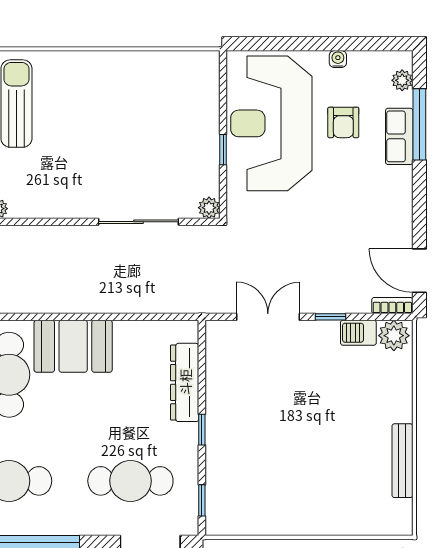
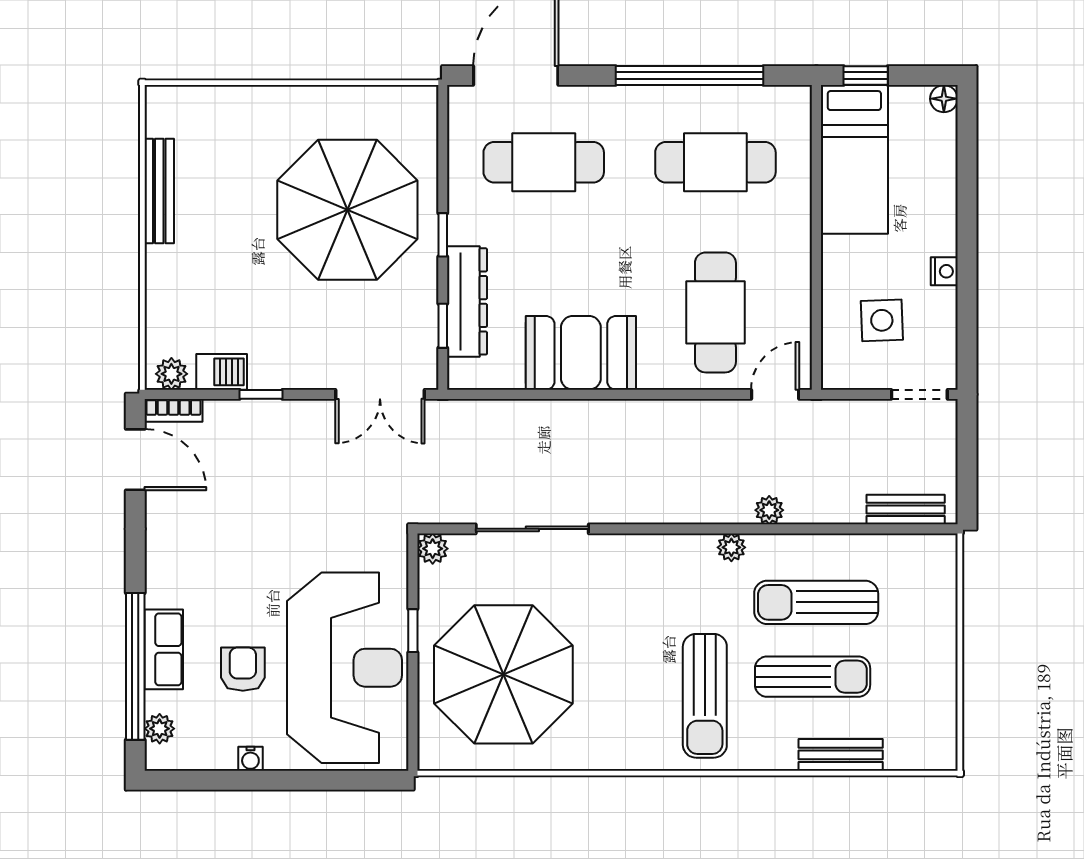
parasol: (159, 119) -> (503, 674), added
window: (419, 124) -> (135, 666), width x1.46
double door: (268, 317) -> (380, 394), moved
plant: (394, 336) -> (171, 374), width x0.73, depth x0.73
booth: (73, 346) -> (581, 353), moved
parasol: (269, 447) -> (347, 210), added
window: (202, 500) -> (443, 326), moved

